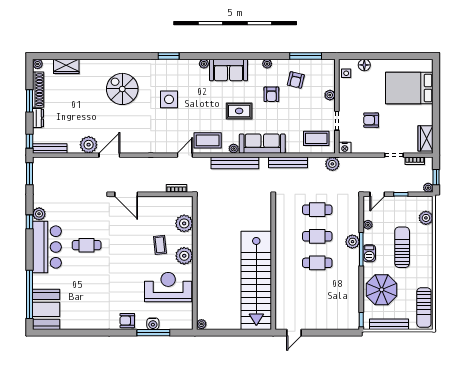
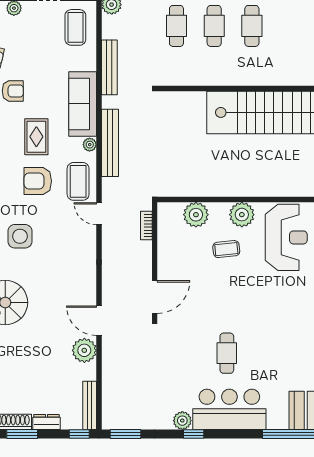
armchair: (208, 112) -> (38, 181), added
reception desk: (168, 287) -> (286, 237), turned 180

